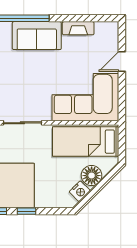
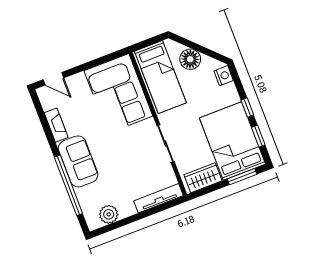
door: (122, 62) -> (53, 79), moved
nightstand: (80, 191) -> (224, 76), moved, turned 45

